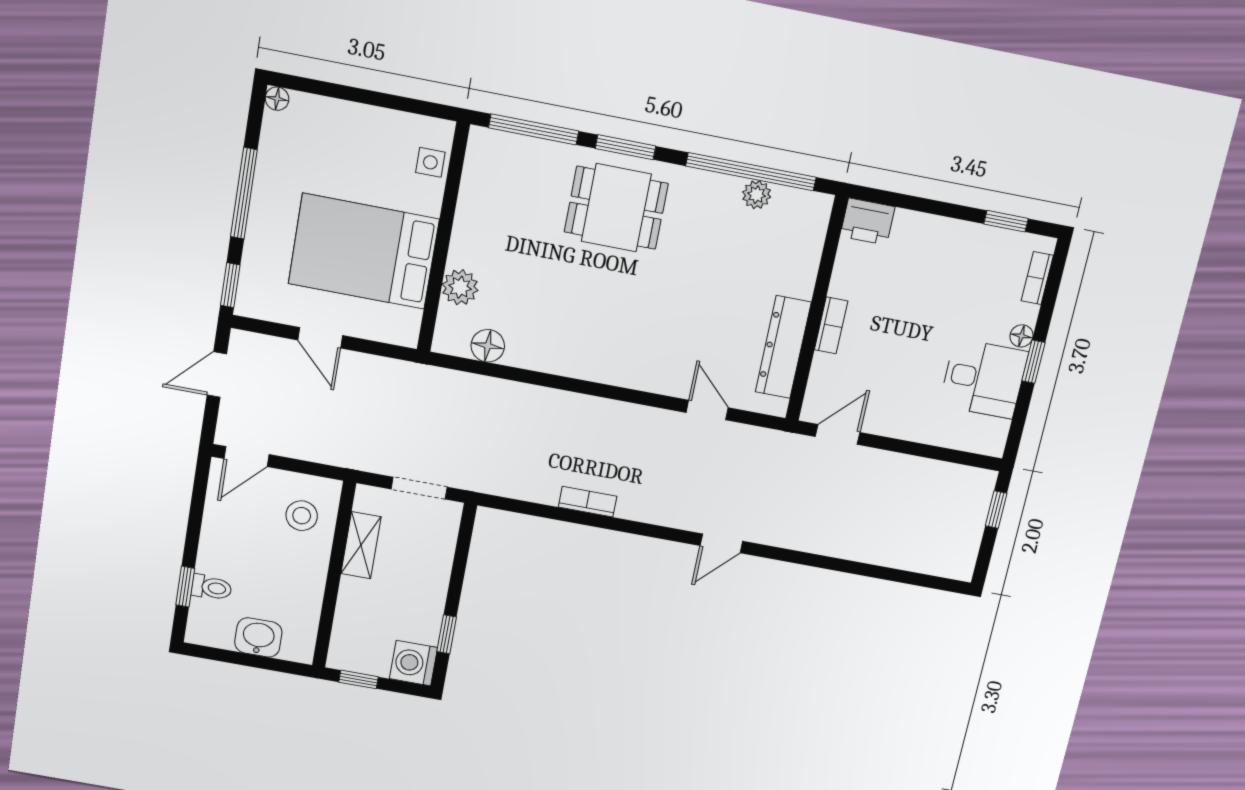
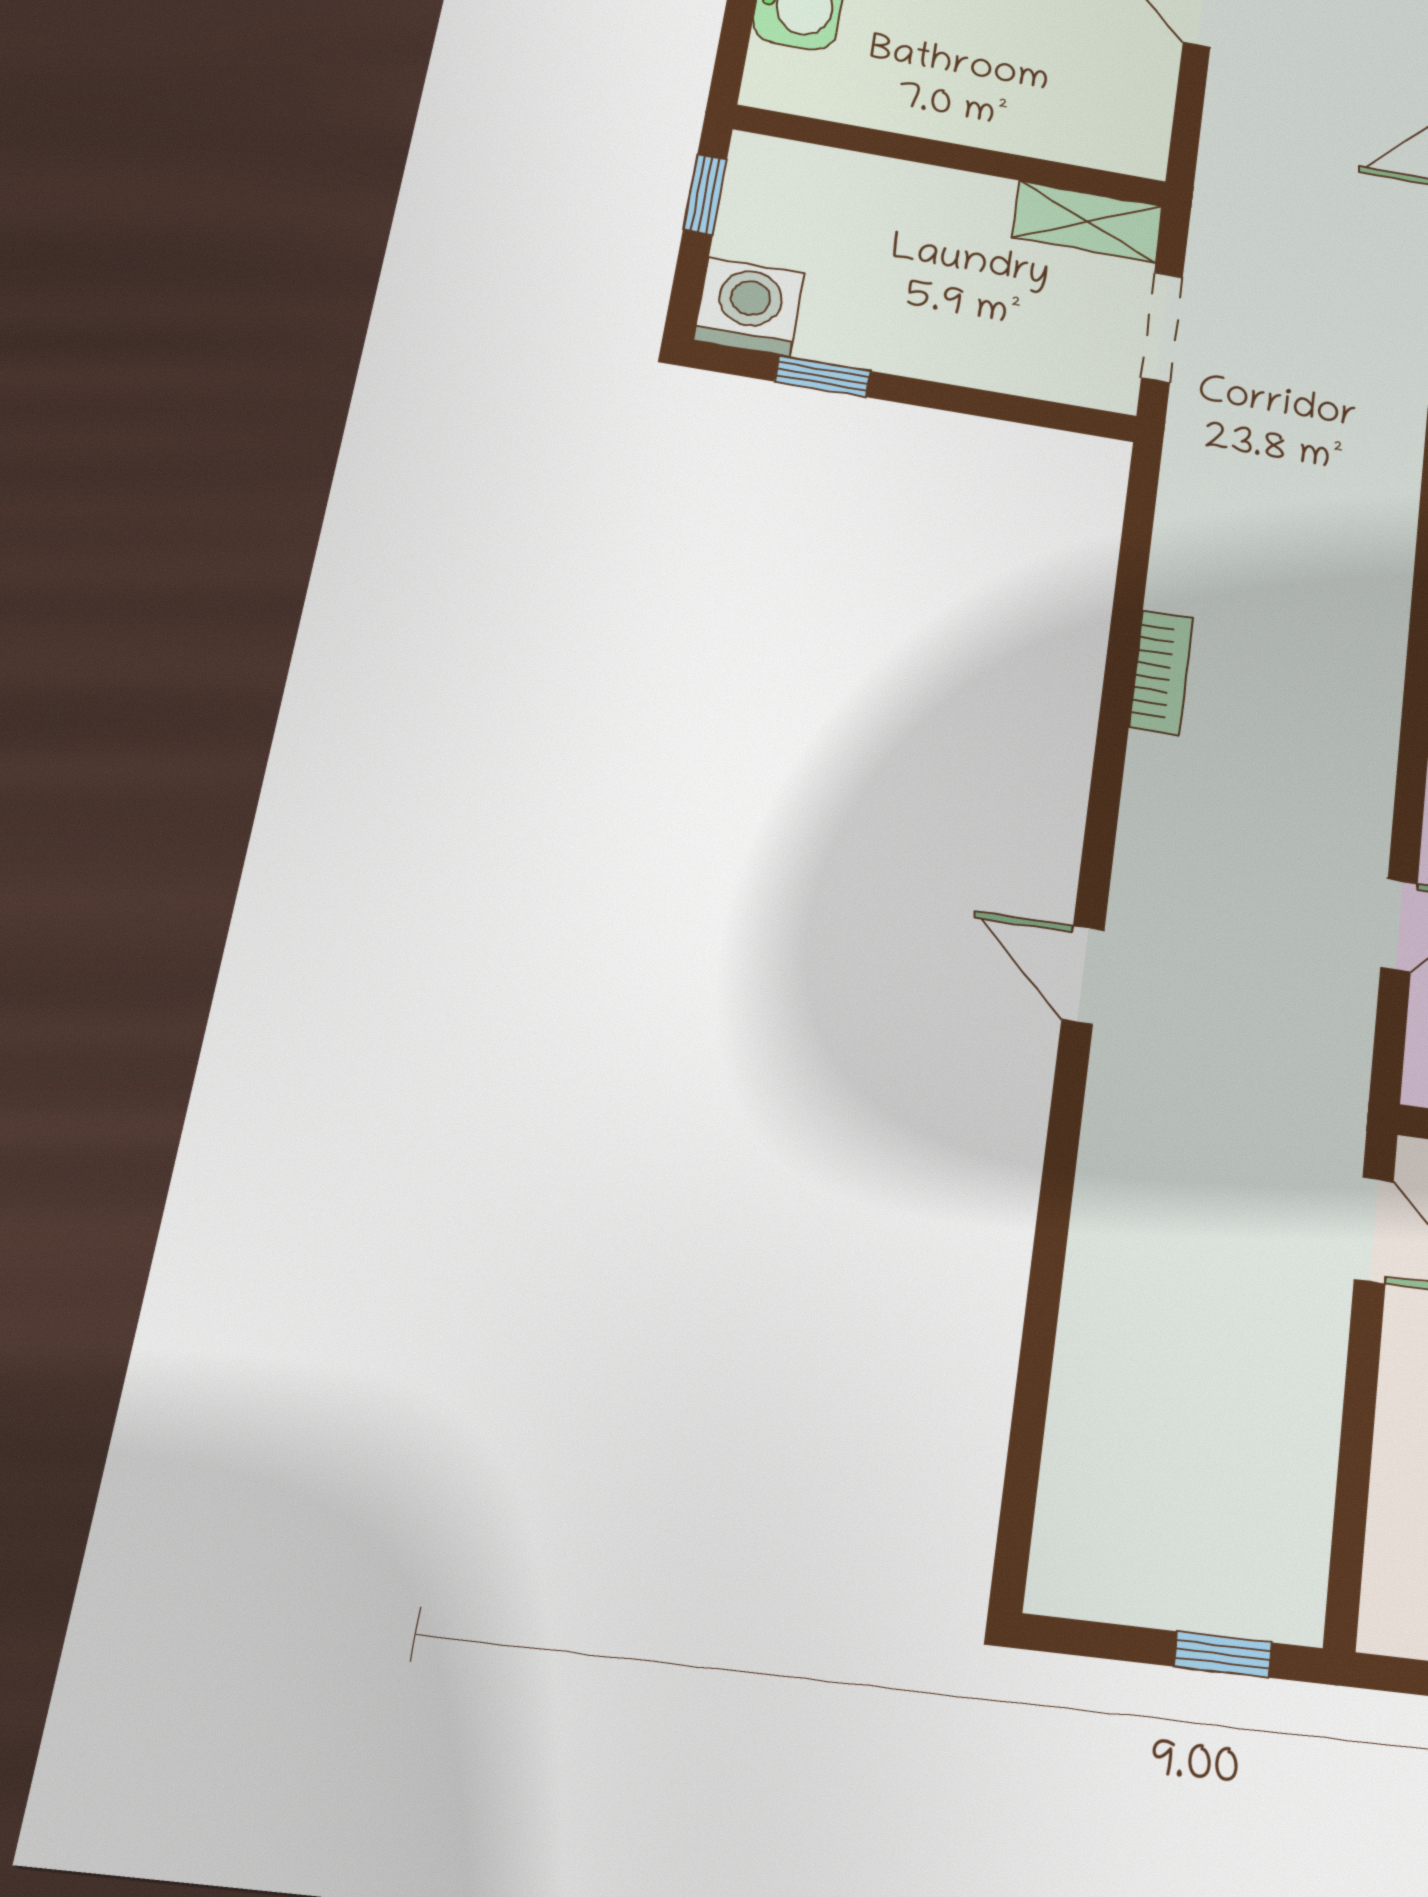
stool: (302, 516) -> (1082, 100), removed
shelving: (361, 545) -> (1088, 222), moved

